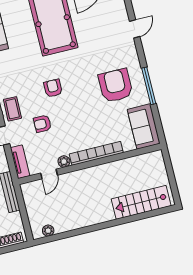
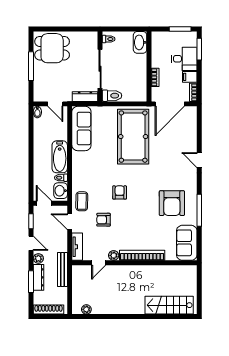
door: (135, 29) -> (199, 160), swing flipped
armchair: (116, 86) -> (172, 203), turned 180

